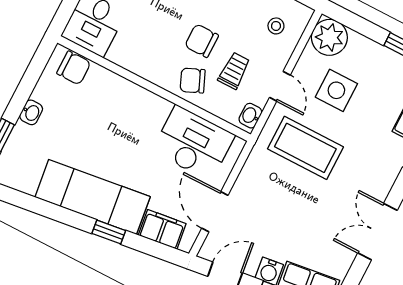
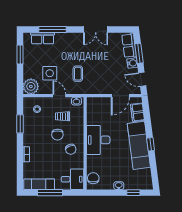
chair: (193, 81) -> (71, 149), moved
door: (280, 86) -> (59, 96), hinge flipped
desk: (193, 143) -> (98, 140), moved
coffee table: (305, 148) -> (78, 74), width x0.54, depth x0.58
window: (109, 232) -> (151, 144), moved

